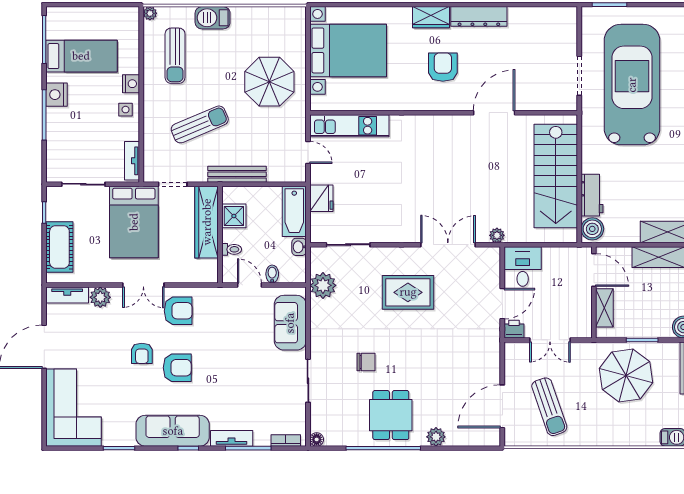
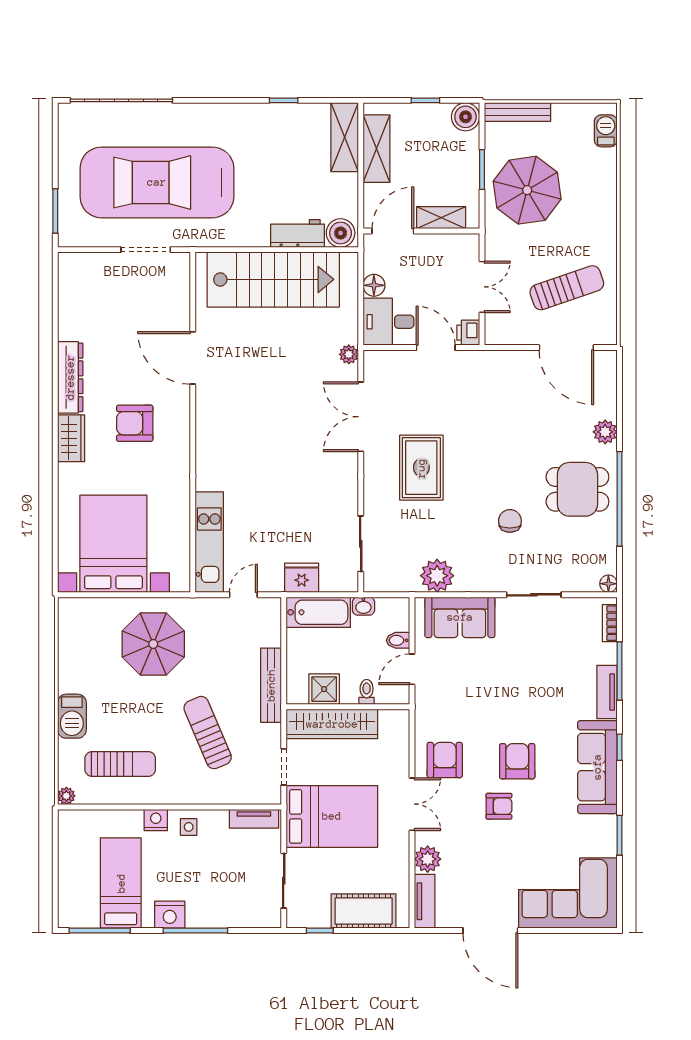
floor lamp: (551, 255) -> (374, 285), added
plant: (323, 285) -> (437, 576), moved

